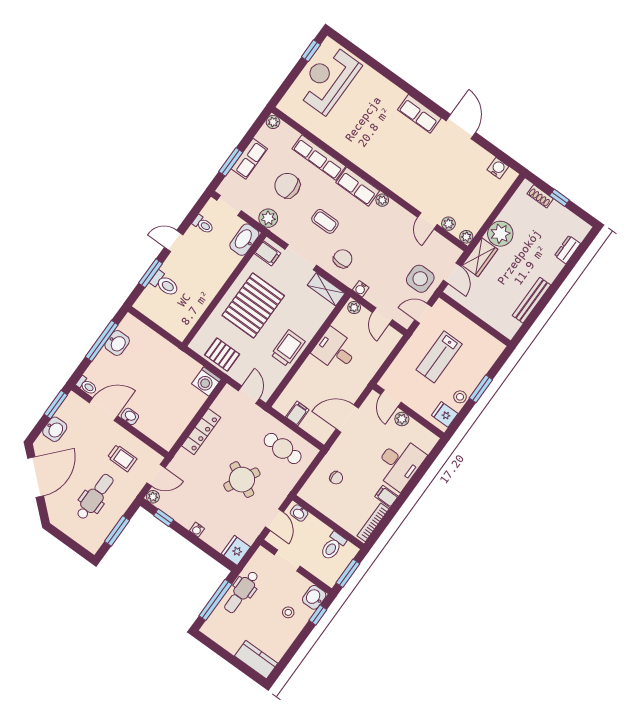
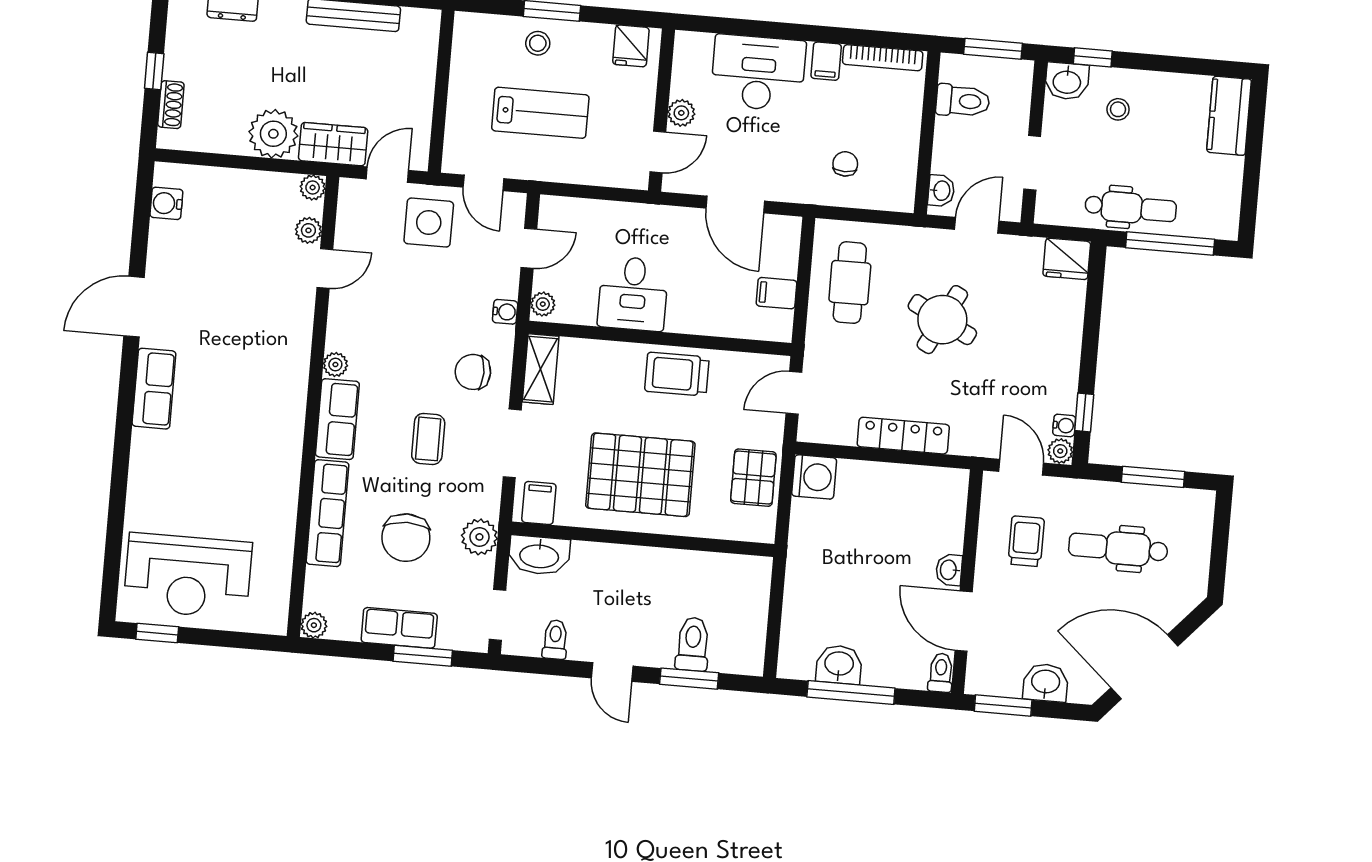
stool: (460, 397) -> (538, 43), moved
water cooler: (197, 530) -> (1064, 425), moved

